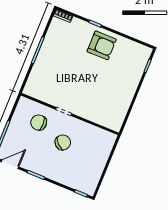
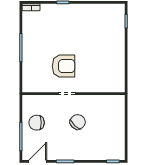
armchair: (102, 45) -> (64, 66), moved
chair: (39, 123) -> (37, 123), moved

